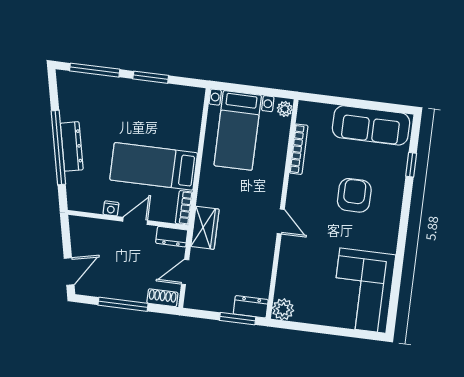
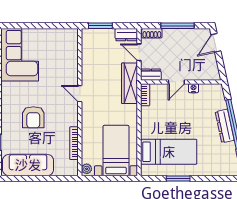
window: (95, 70) -> (216, 179), removed
bed: (154, 166) -> (169, 152), moved
wardrobe: (205, 228) -> (130, 83), width x1.50
door: (185, 272) -> (139, 52), swing flipped
dresser: (251, 307) -> (126, 35), moved
plant: (283, 309) -> (71, 36), removed

